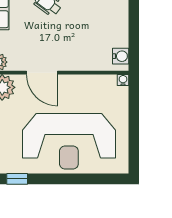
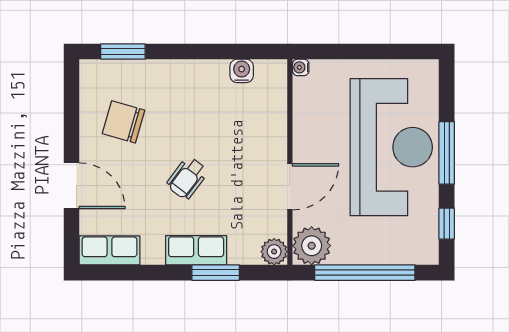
water cooler: (121, 56) -> (242, 71), moved
window: (65, 179) -> (447, 153), added

